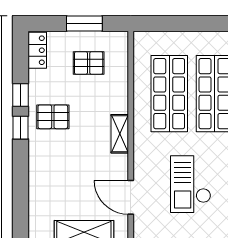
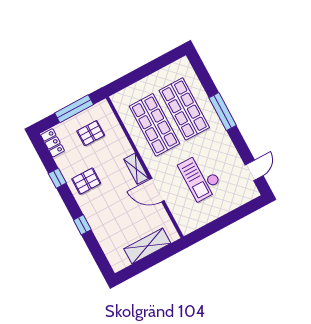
window: (84, 23) -> (74, 109), width x1.44
window: (20, 128) -> (82, 225), moved
door: (131, 197) -> (157, 190), moved

